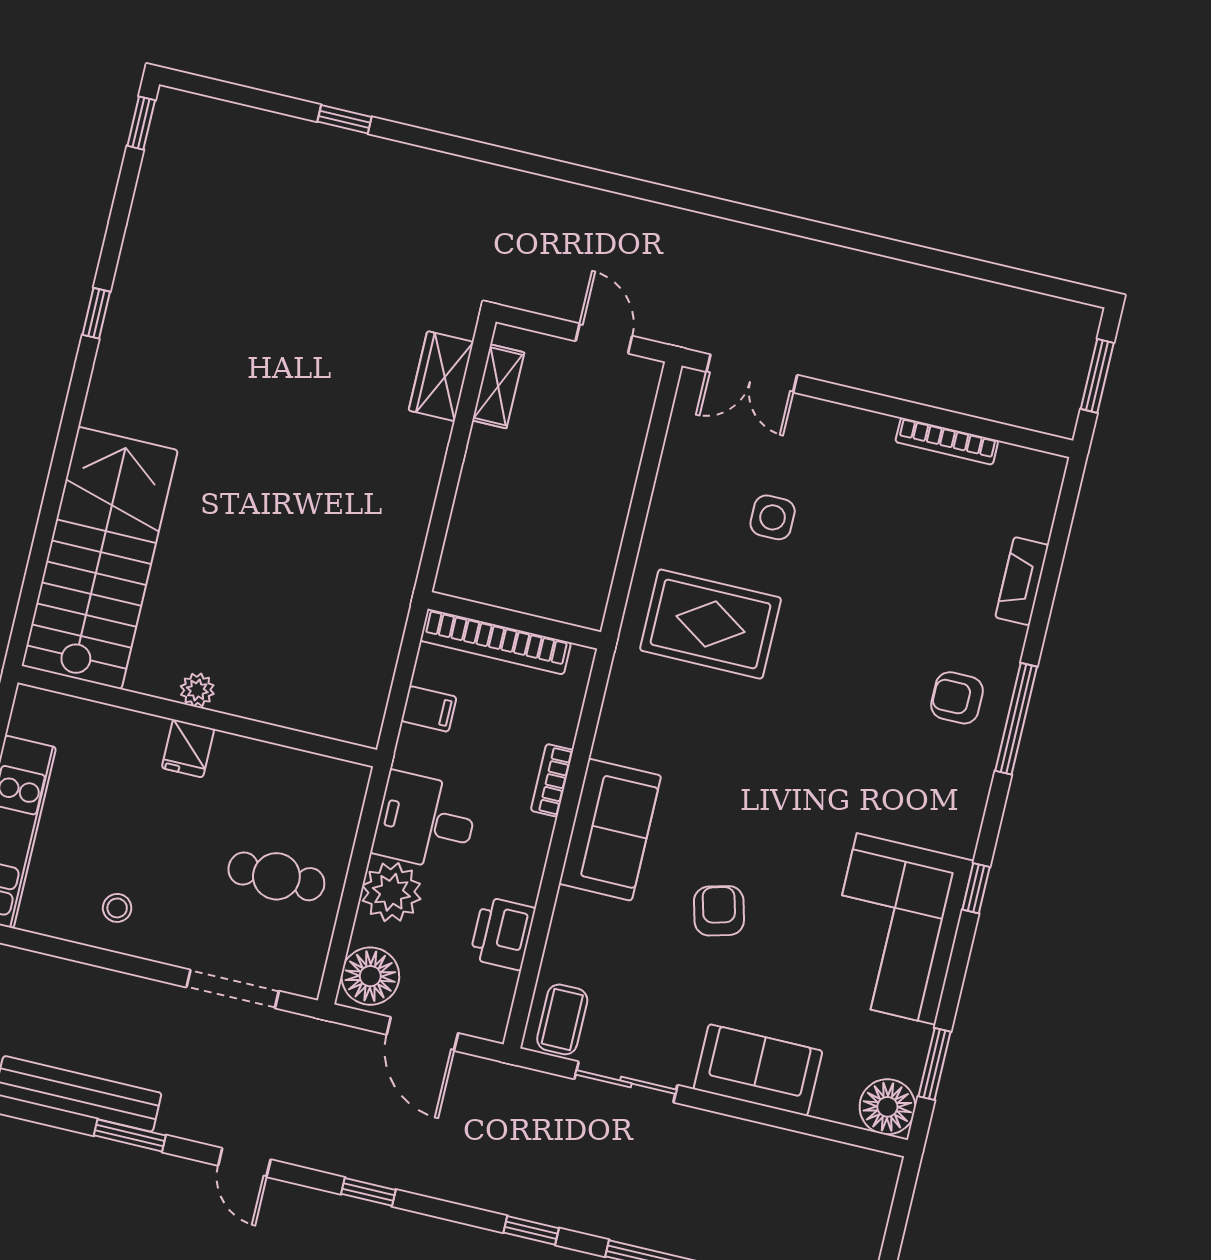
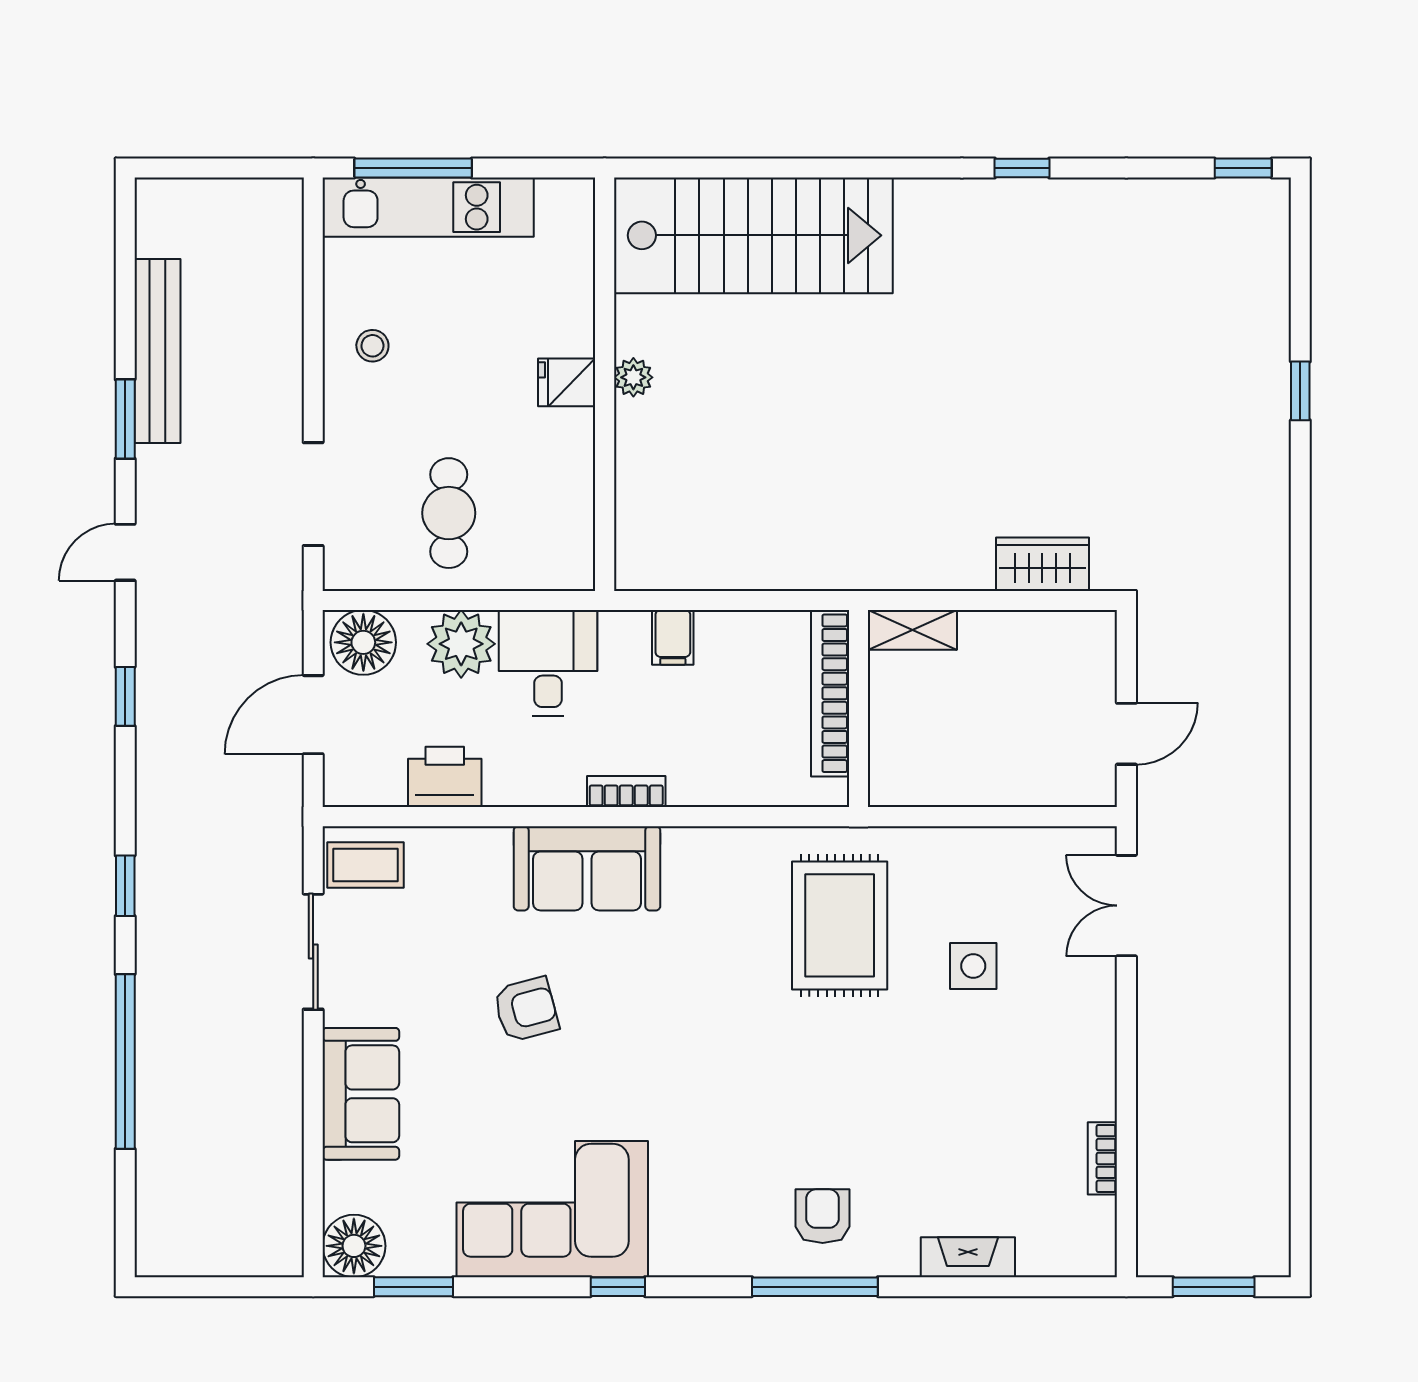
shelving: (498, 386) -> (913, 630), moved
bookcase: (947, 441) -> (1102, 1158), width x0.64
wall: (514, 620) -> (858, 709), moved
bookcase: (496, 642) -> (830, 693), moved

